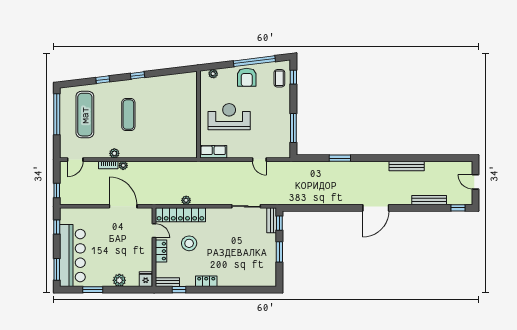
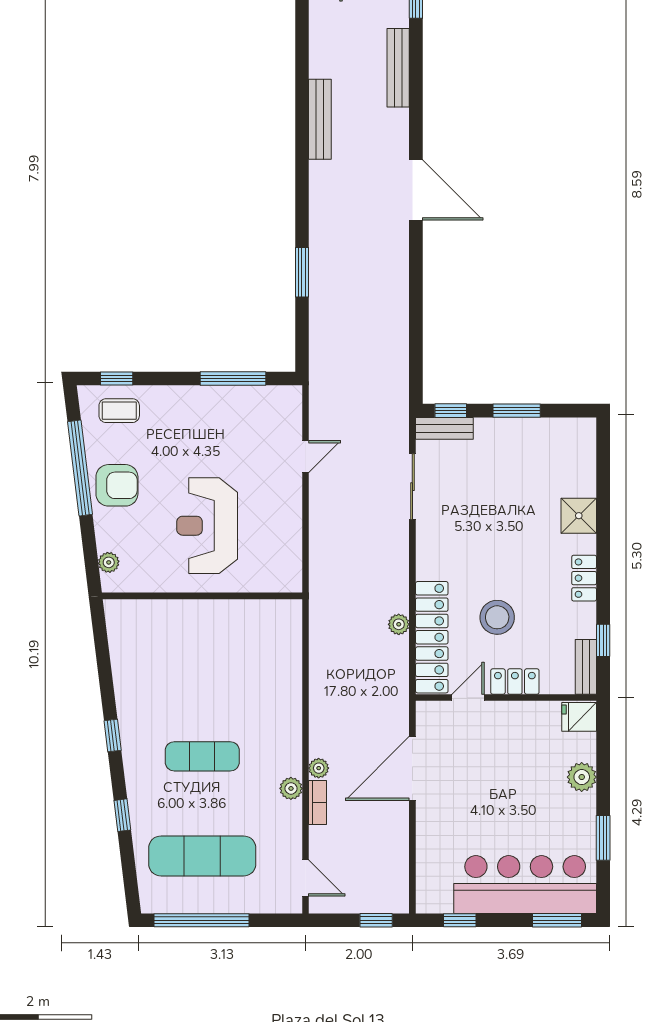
row of seats: (213, 152) -> (288, 562), removed
shower: (234, 279) -> (579, 516), added

